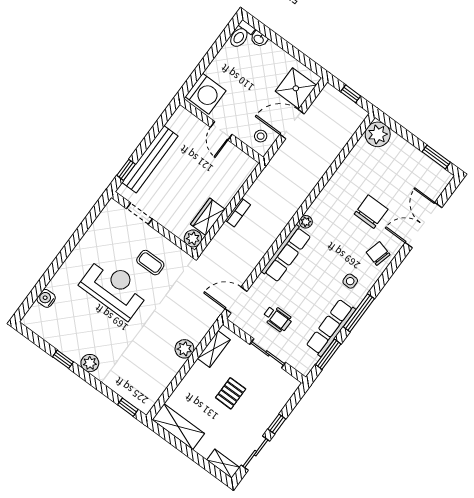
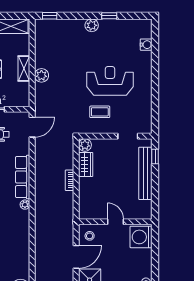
reception desk: (114, 288) -> (110, 81), turned 180
shelving: (214, 349) -> (24, 68), moved

